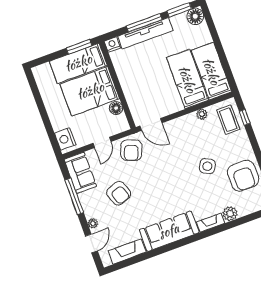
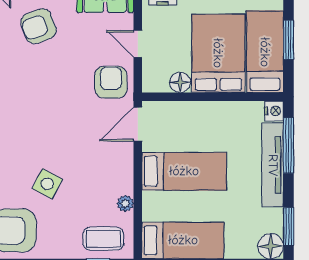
window: (144, 23) -> (289, 146), moved
window: (79, 47) -> (289, 40), moved
bed: (187, 79) -> (184, 171), moved
armchair: (131, 150) -> (111, 82), turned 69
armchair: (119, 193) -> (38, 26), moved

